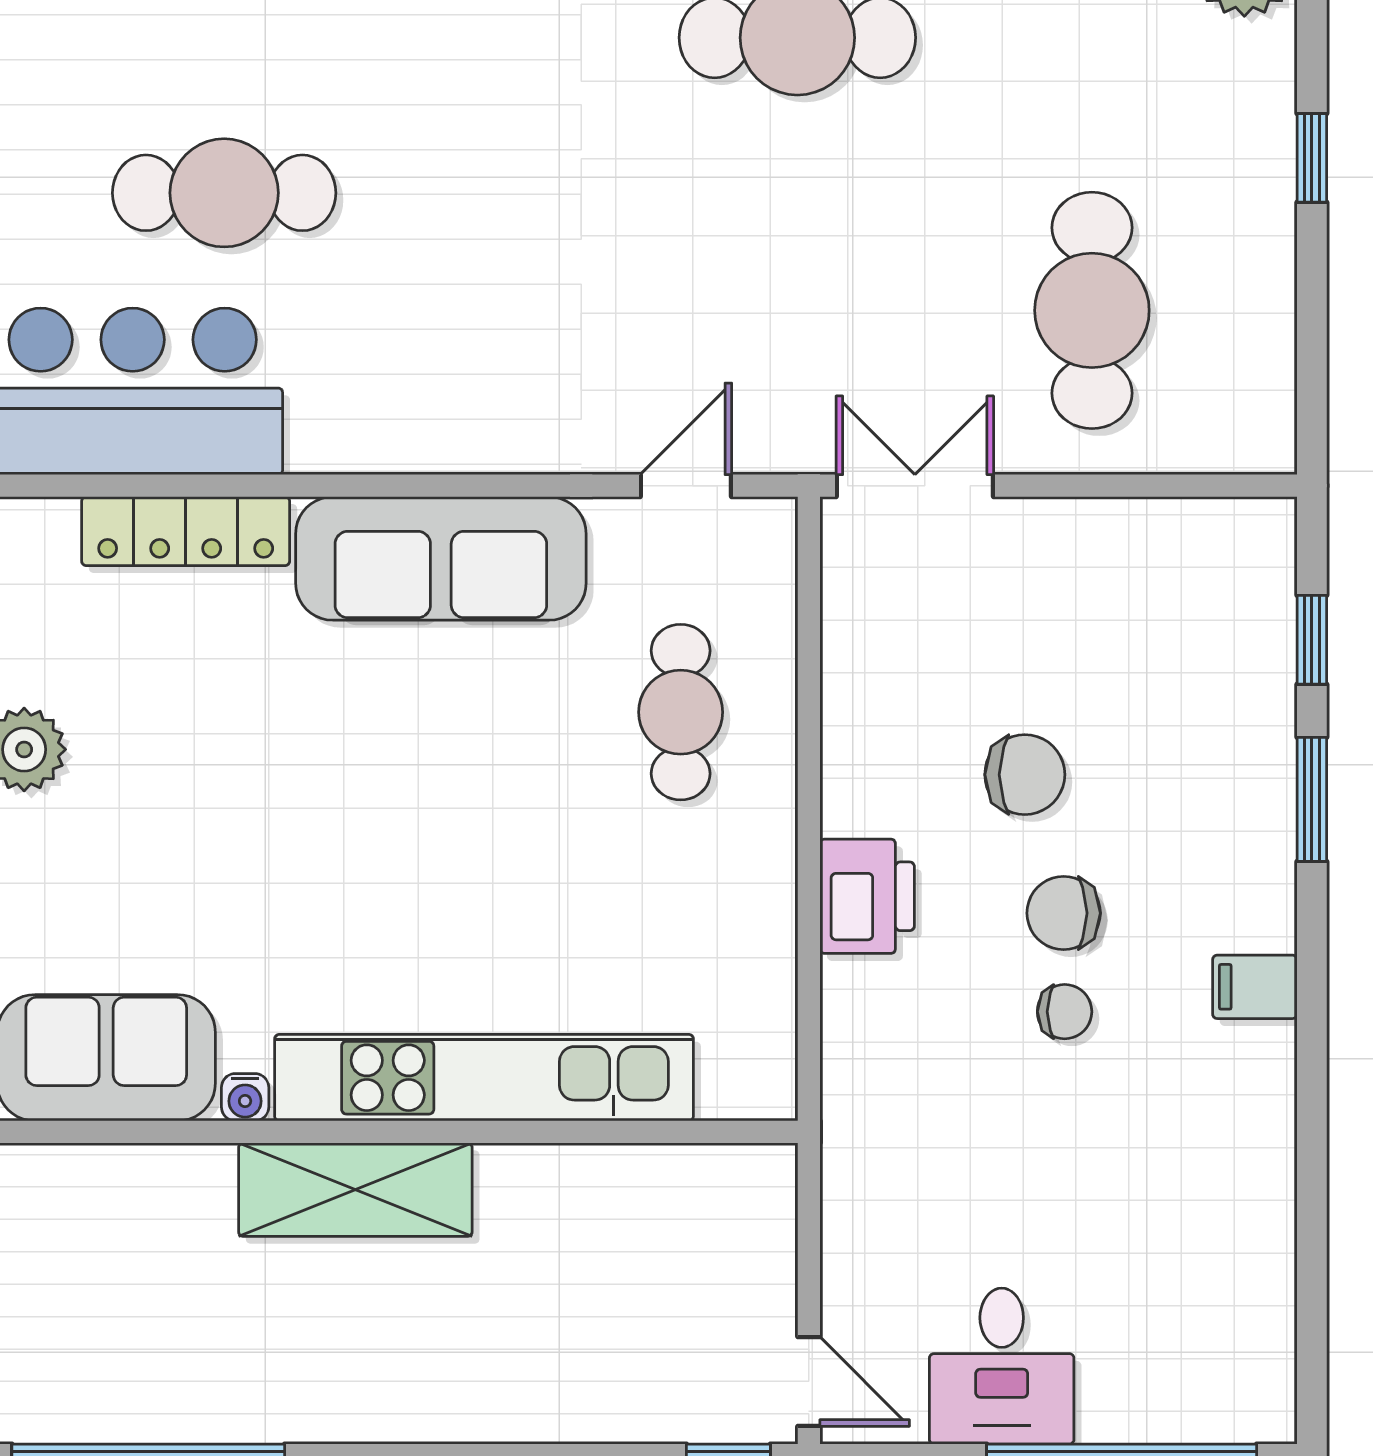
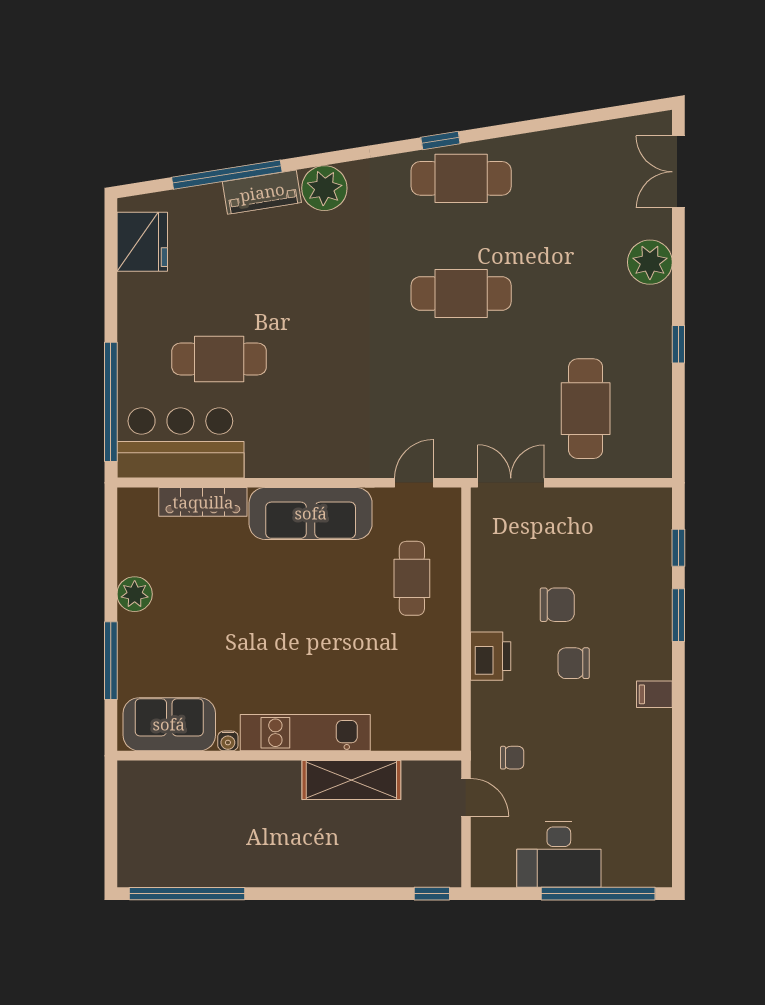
chair: (1065, 1012) -> (512, 758), moved
kitchen unit: (484, 1078) -> (305, 733), width x0.73
shelving: (355, 1190) -> (351, 780), moved
desk: (1002, 1366) -> (559, 855), width x1.37
door: (809, 1381) -> (466, 797), moved

